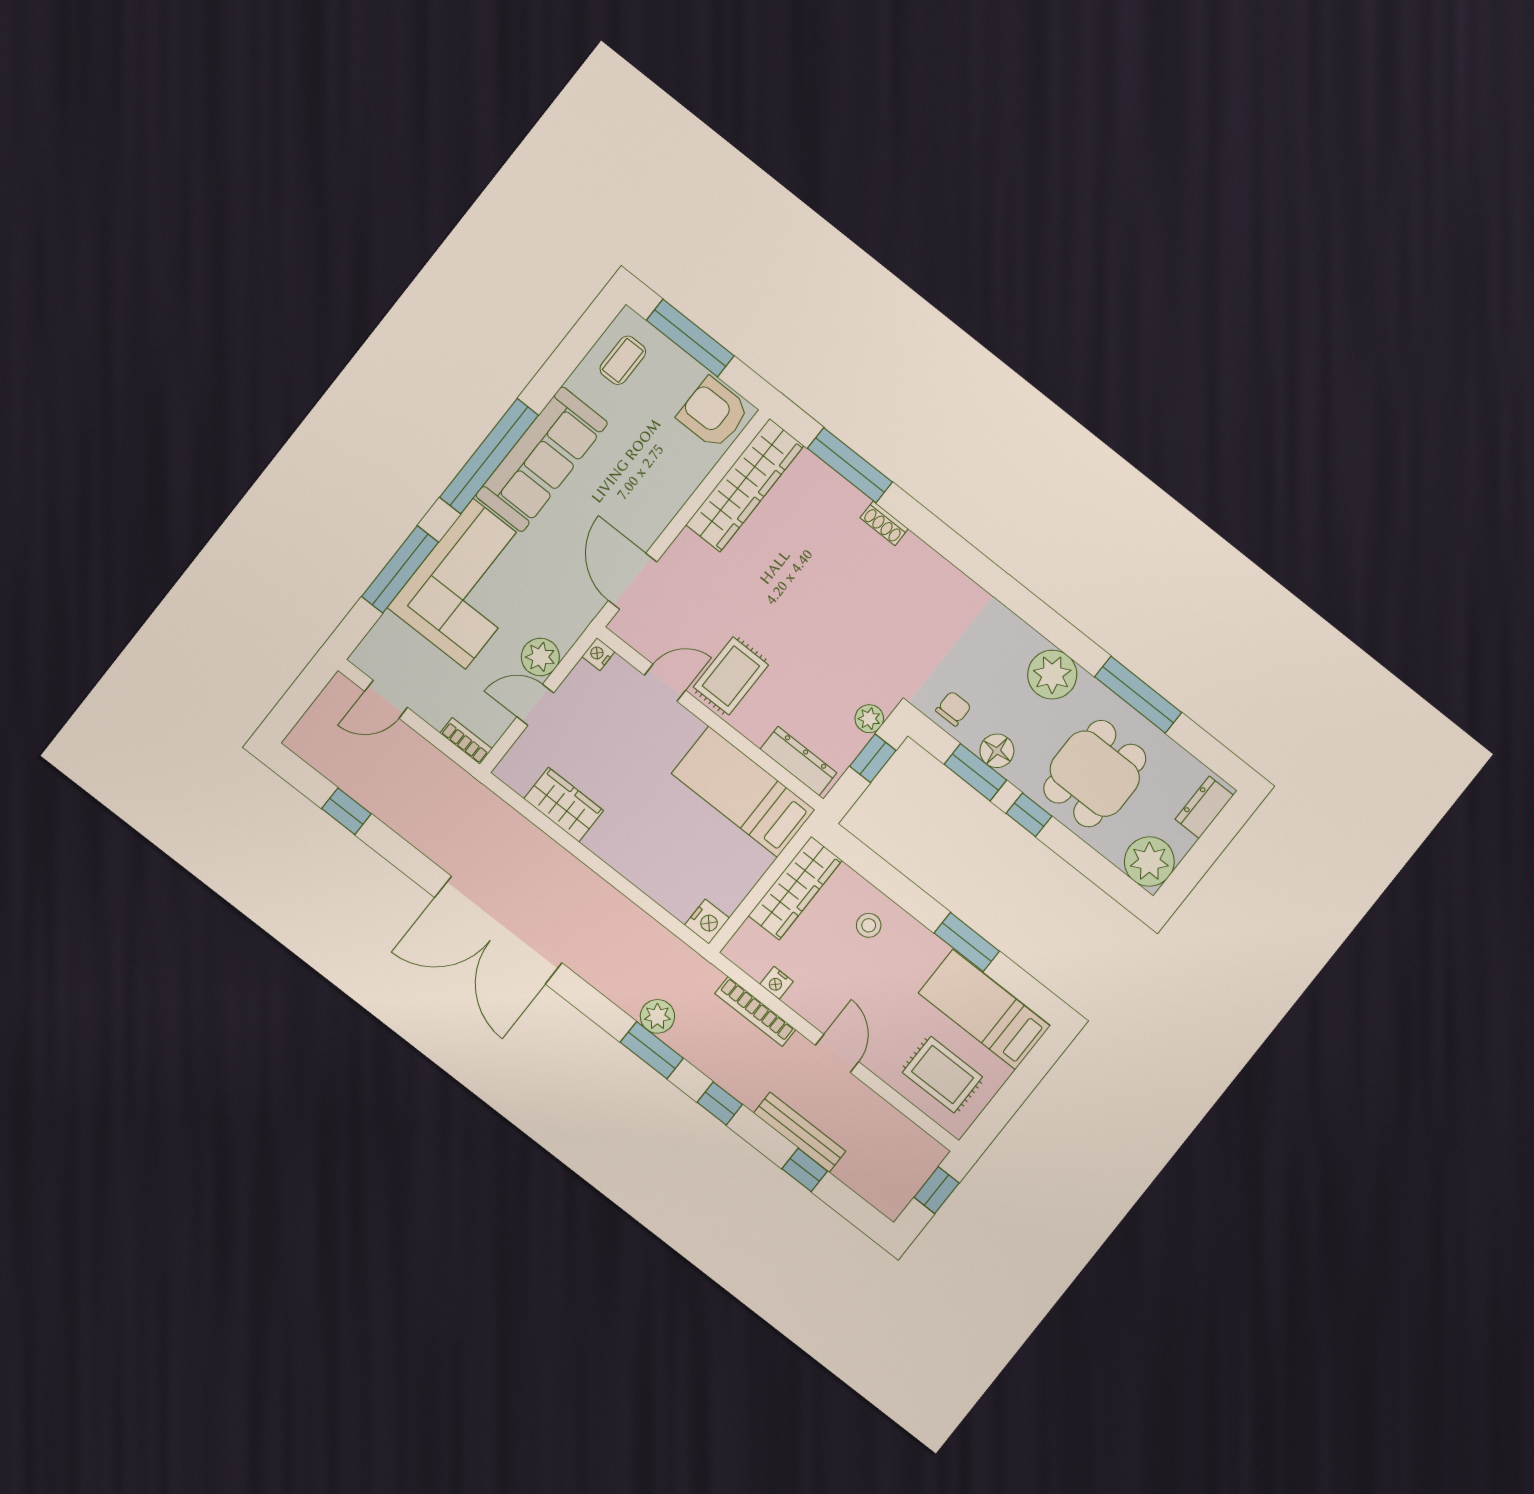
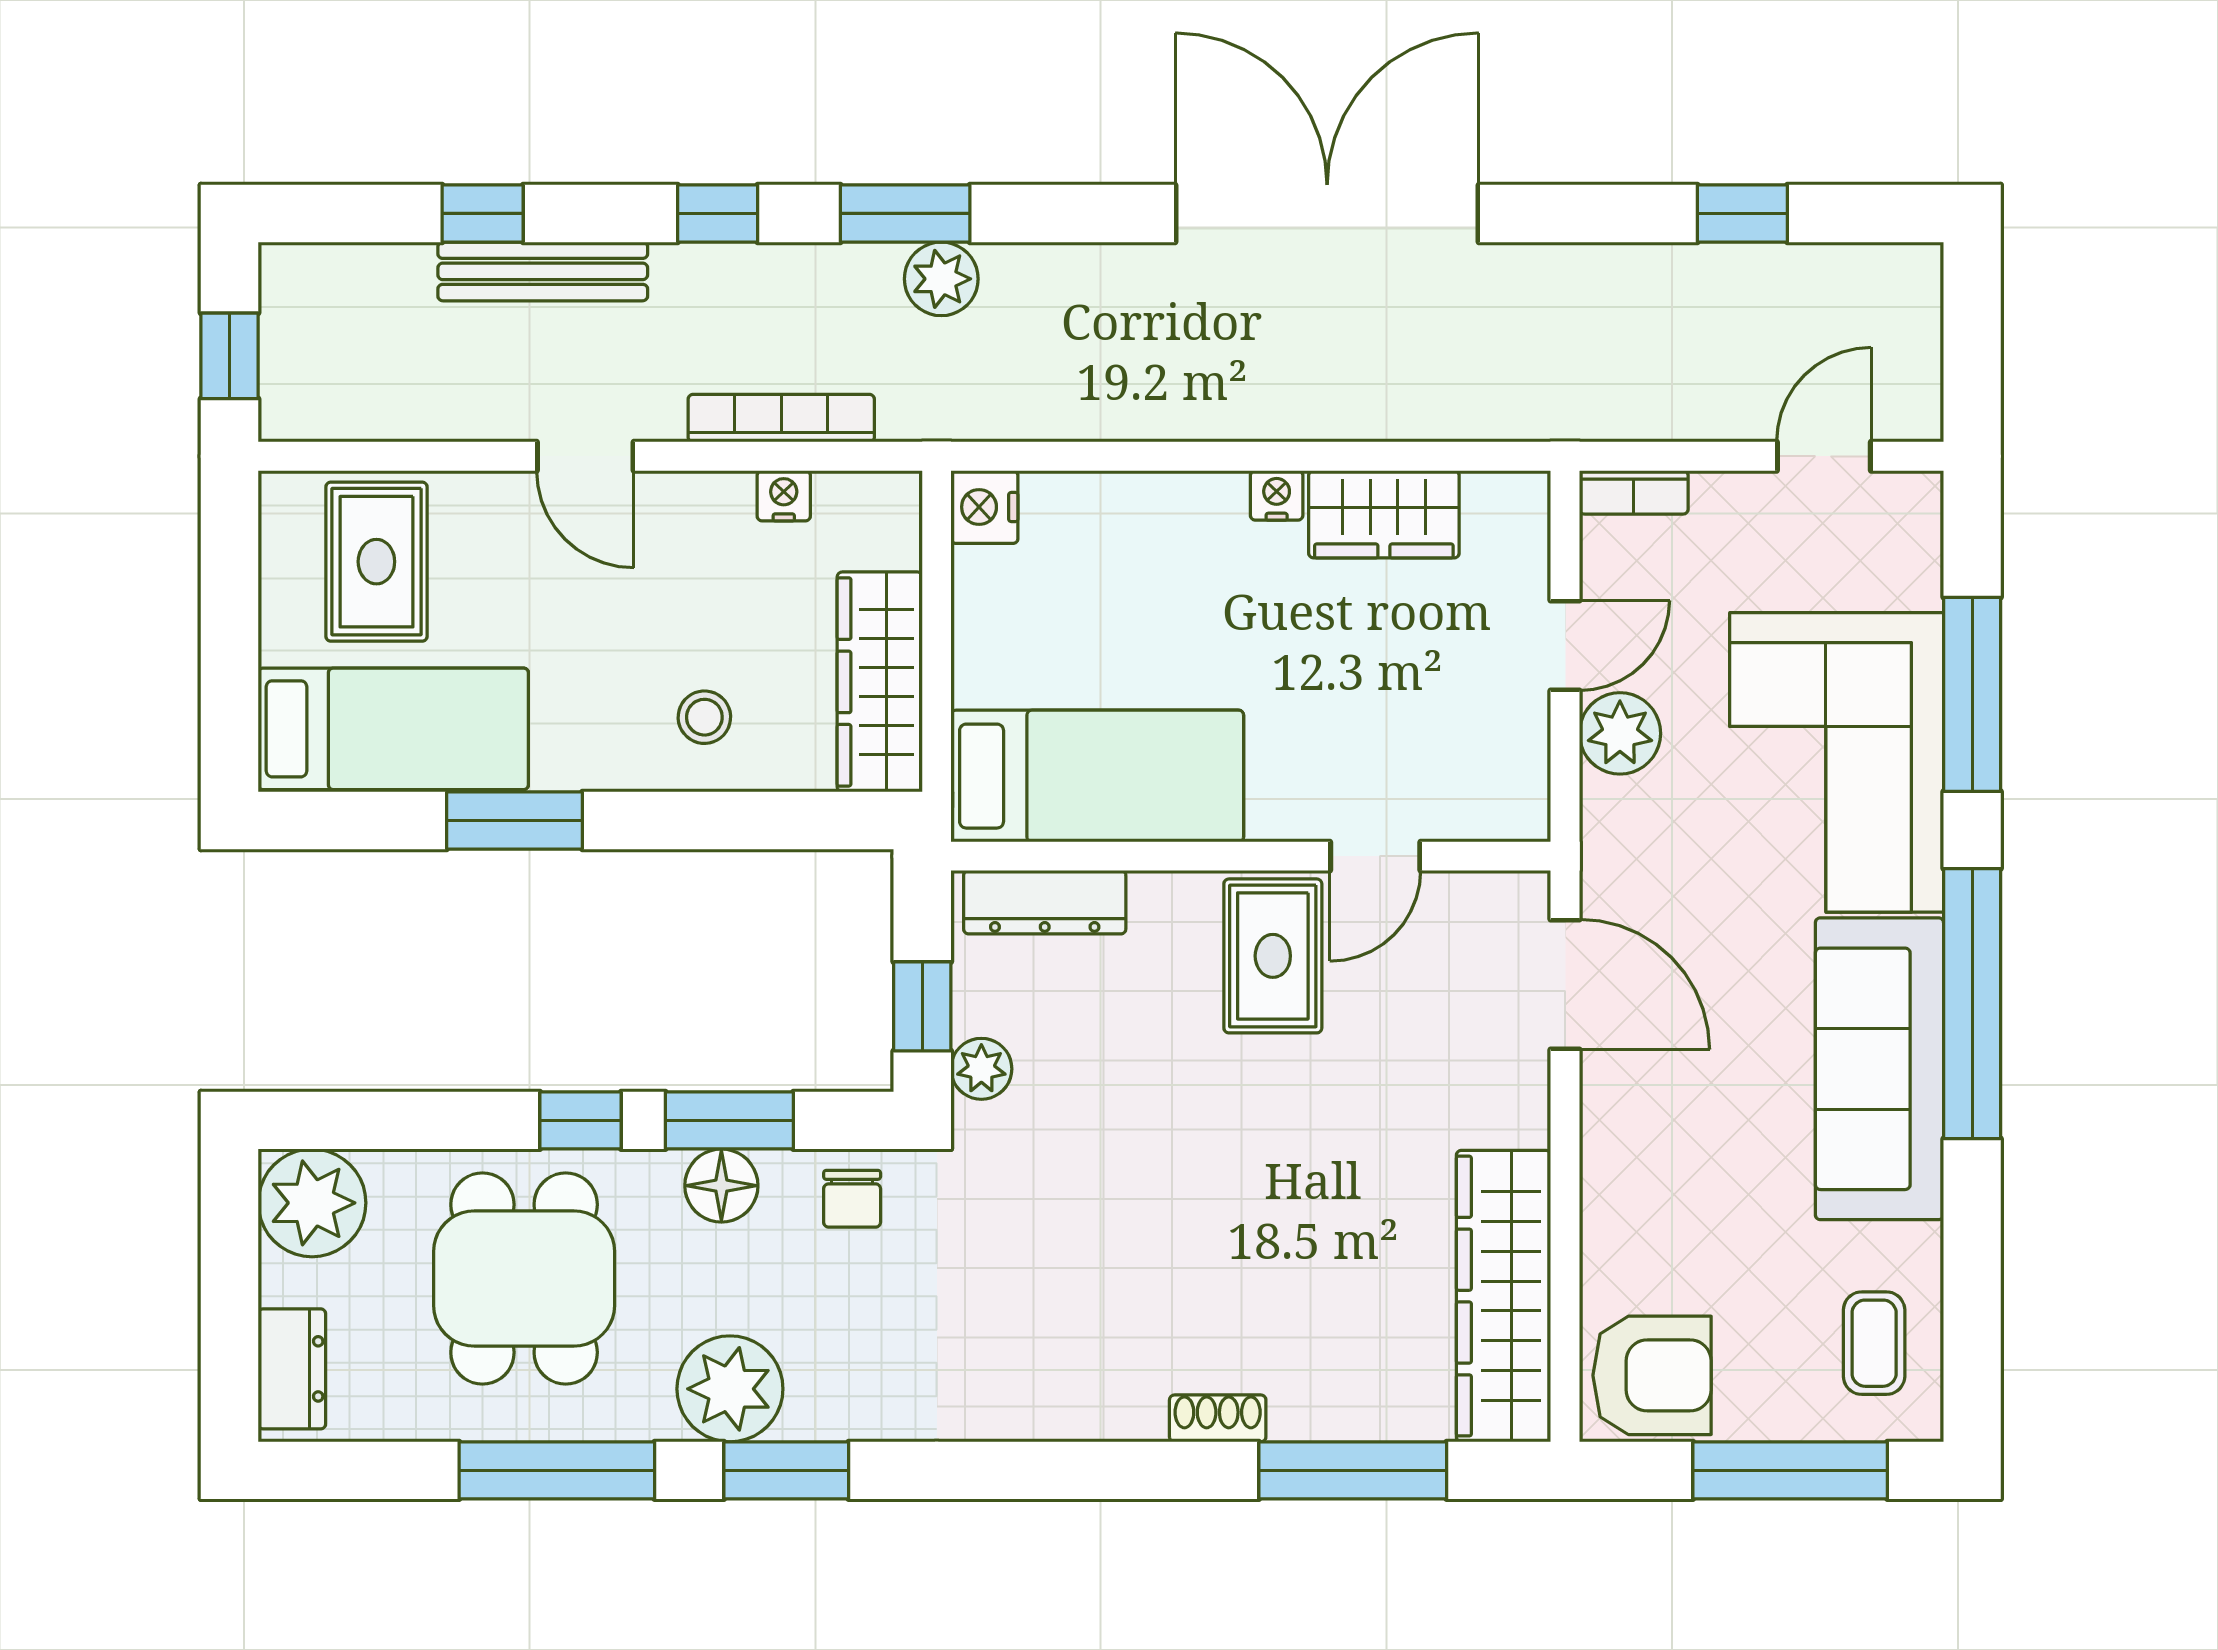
window: (1055, 629) -> (786, 1470), added
nightstand: (598, 654) -> (1277, 495), moved, turned -90
rug: (942, 1075) -> (376, 562), turned 90

